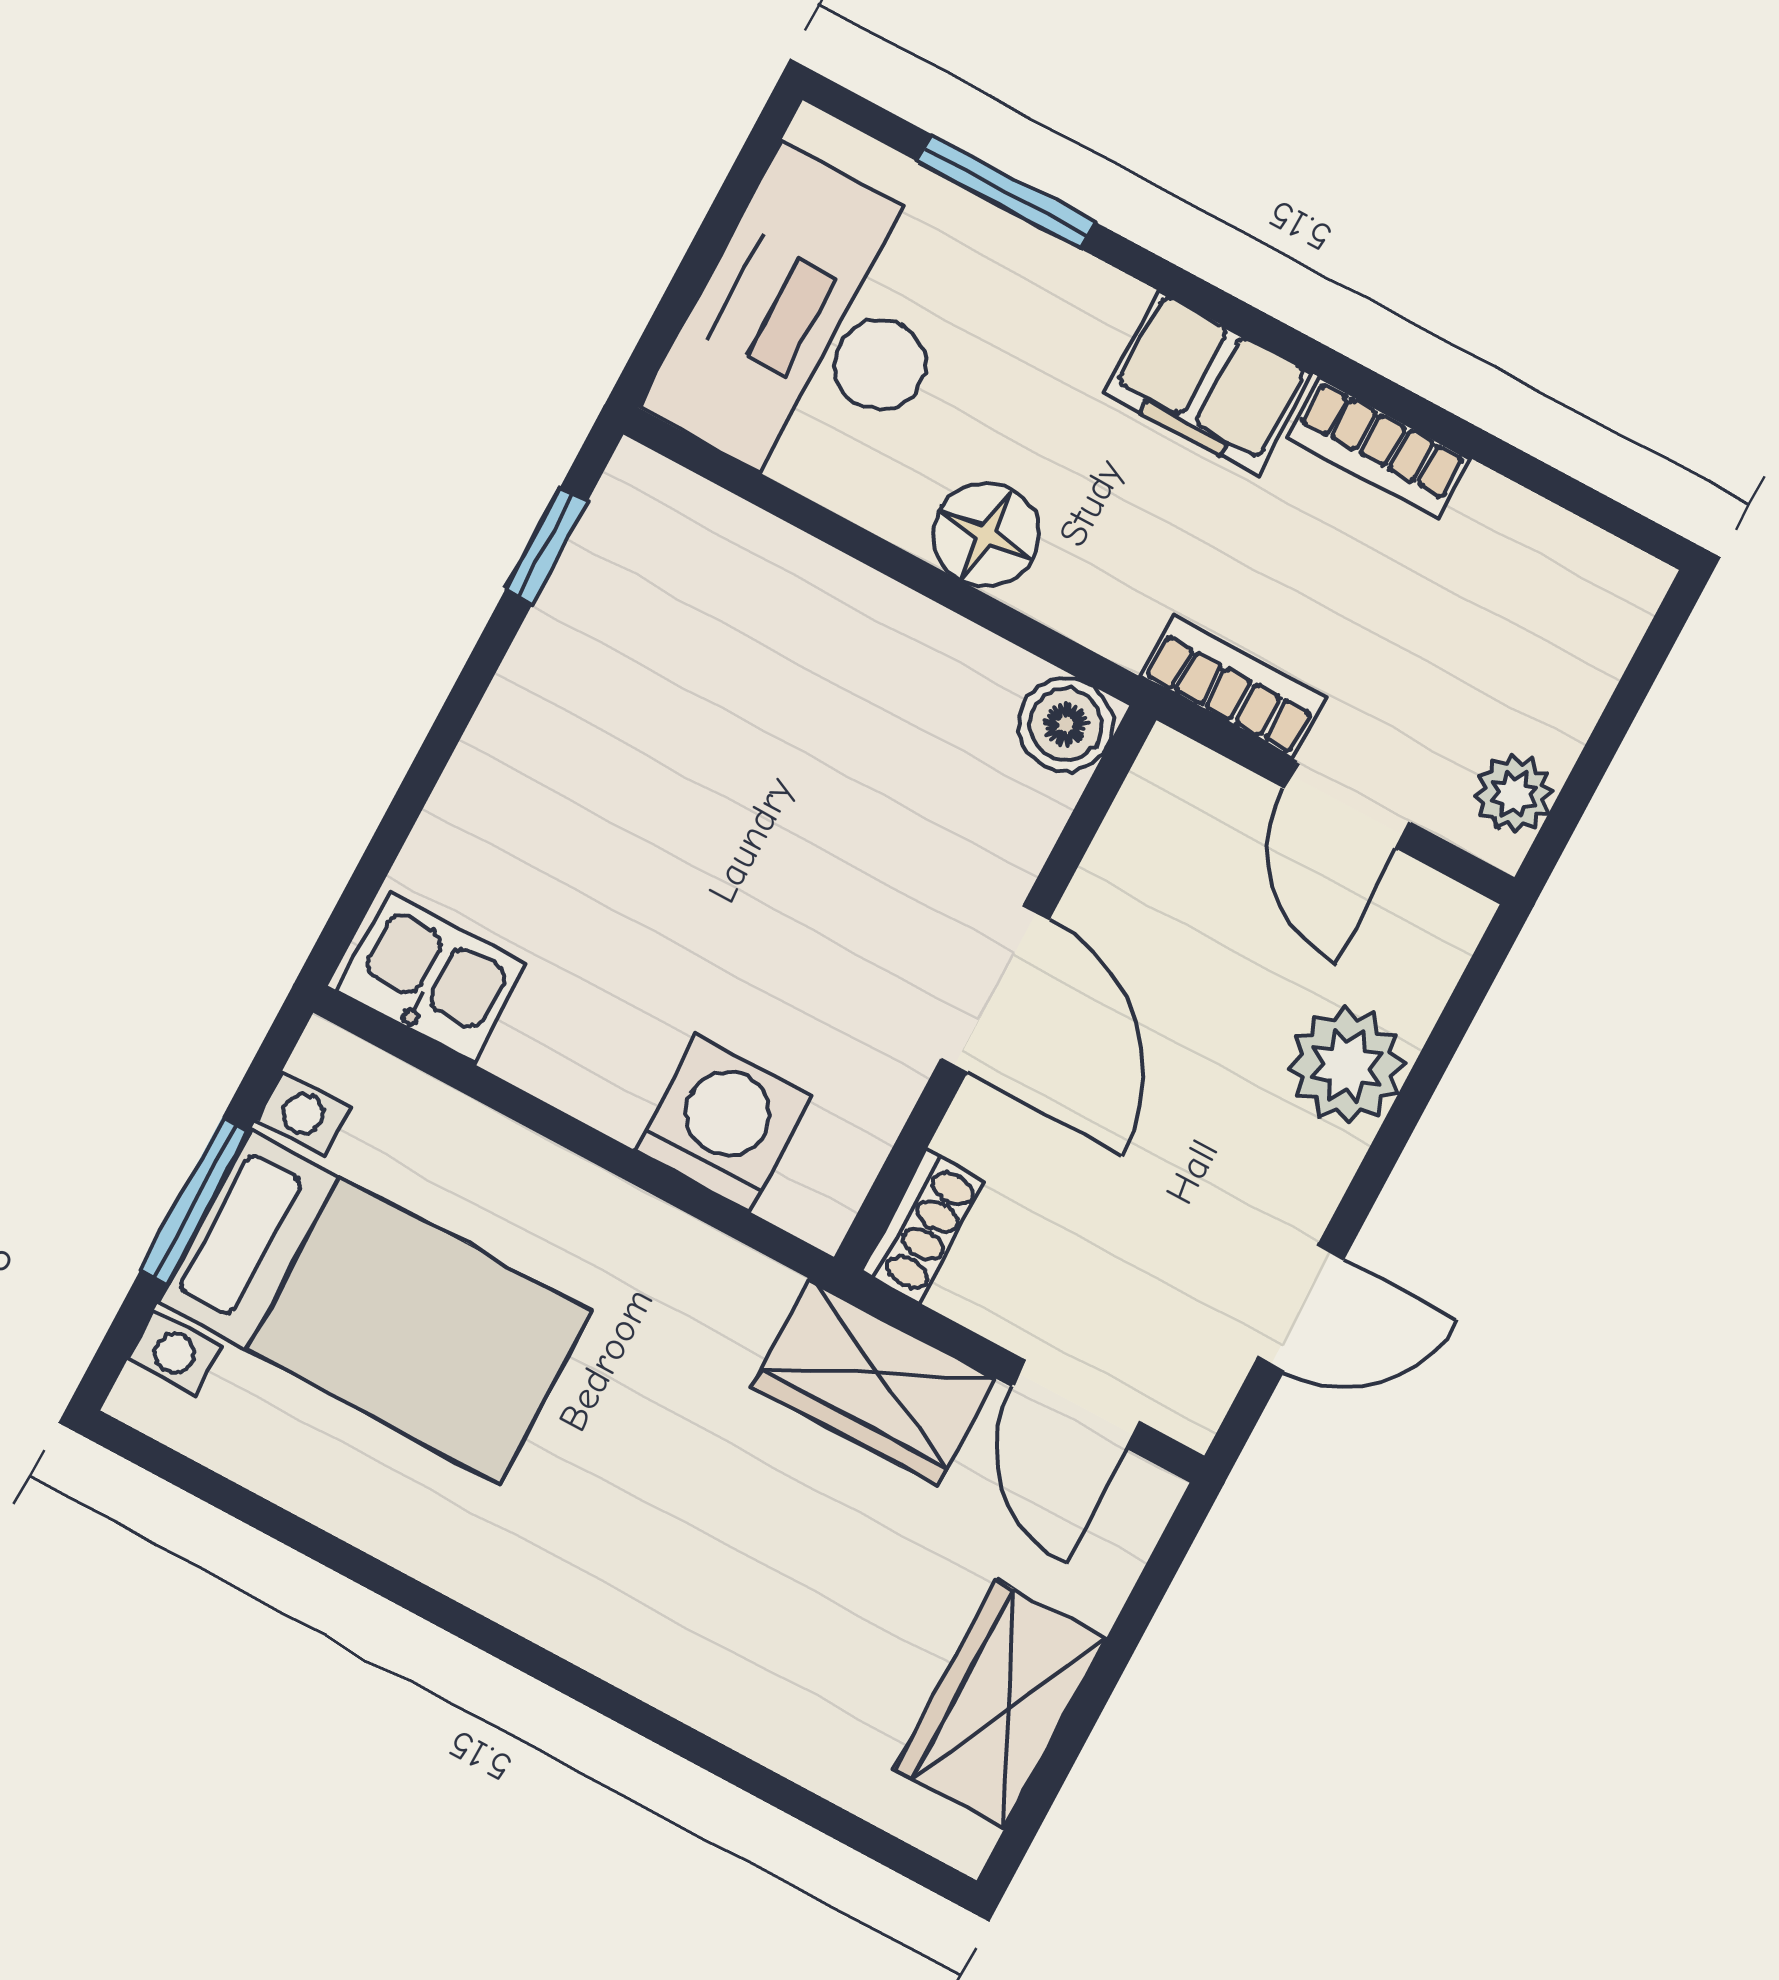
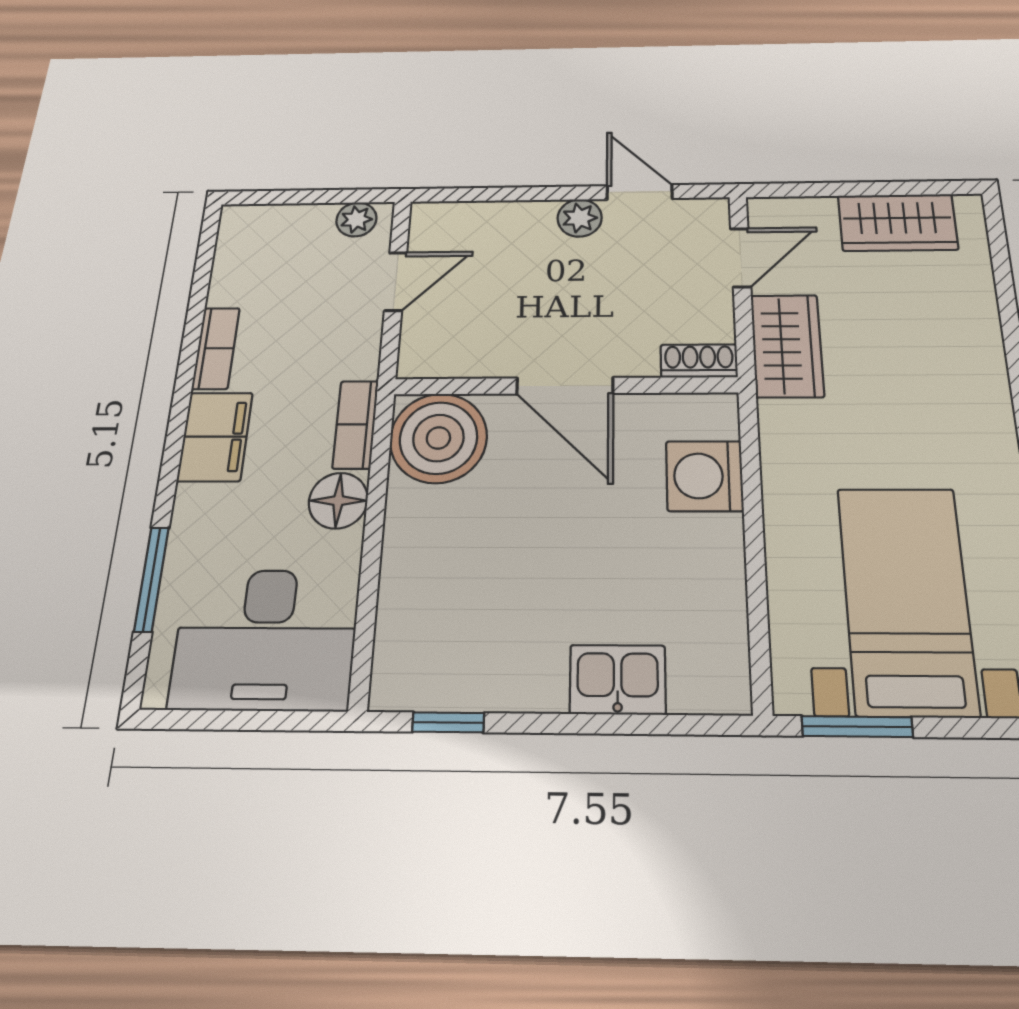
bookcase: (1233, 687) -> (356, 424), moved
boiler: (1066, 725) -> (438, 438), width x1.86, depth x1.86
kitchen sink: (432, 978) -> (618, 680), moved, turned 90
door: (995, 988) -> (565, 386), swing flipped
plant: (1347, 1065) -> (580, 218), moved, width x0.73, depth x0.73
window: (195, 1201) -> (857, 727), moved

